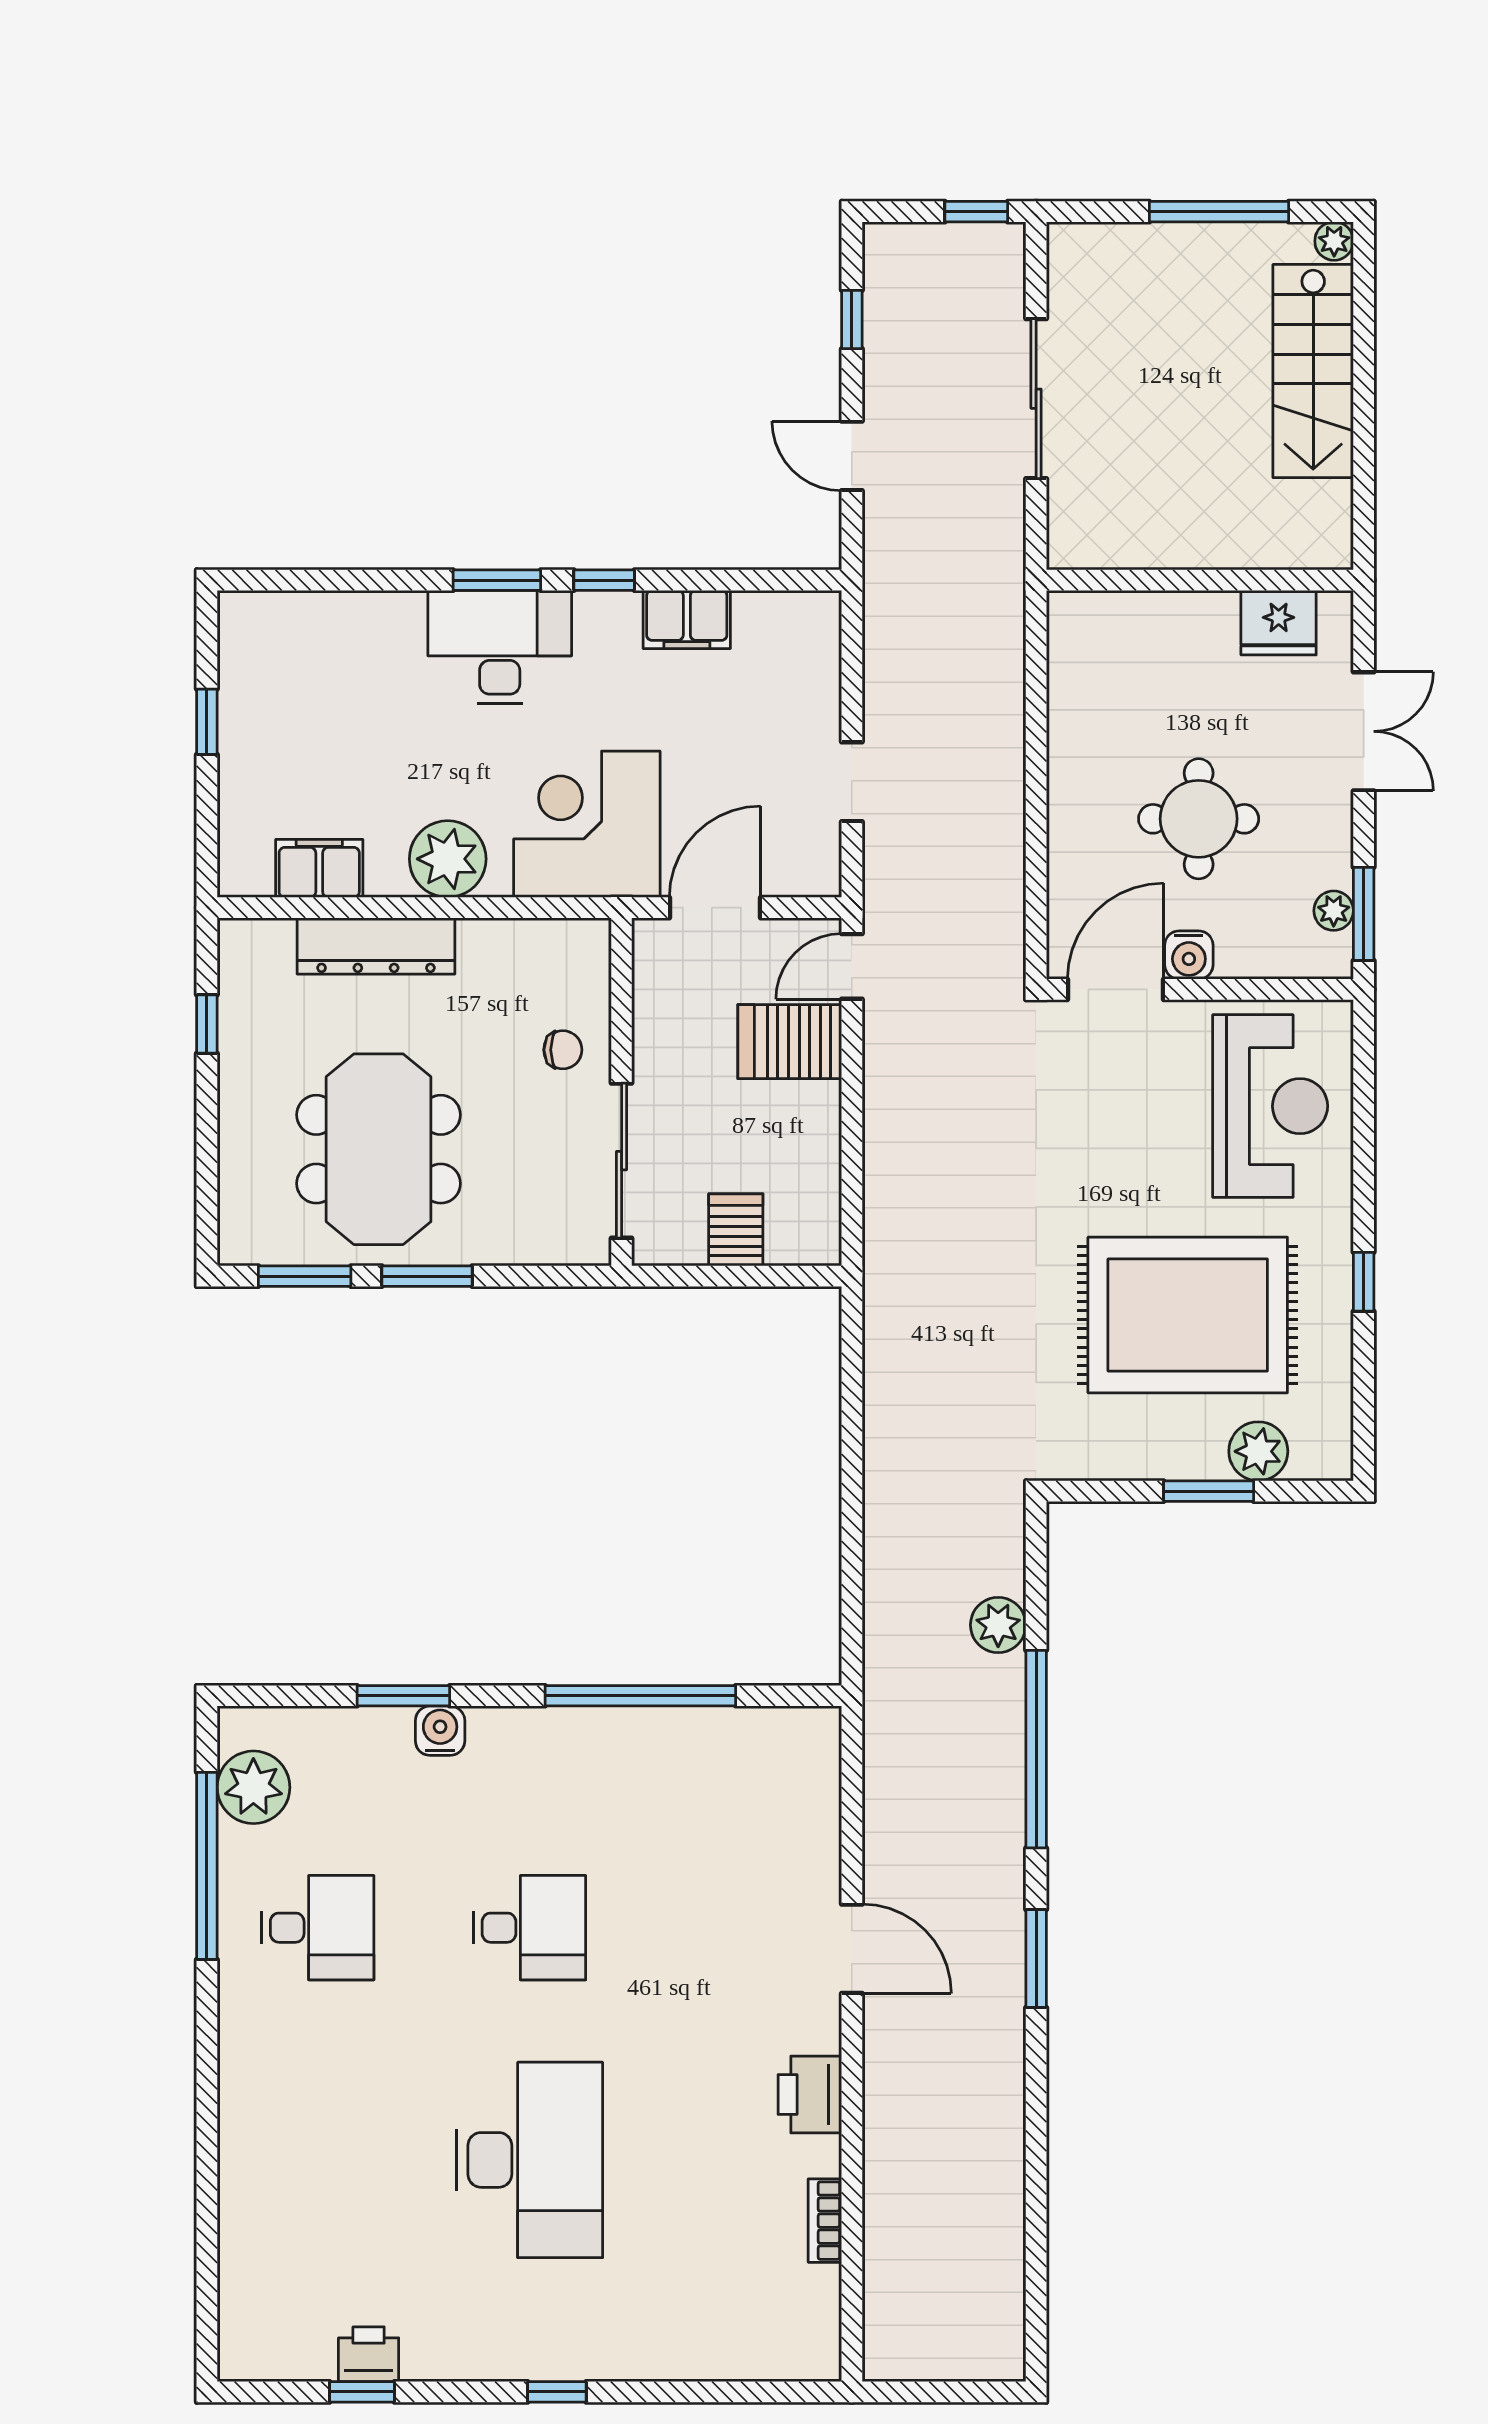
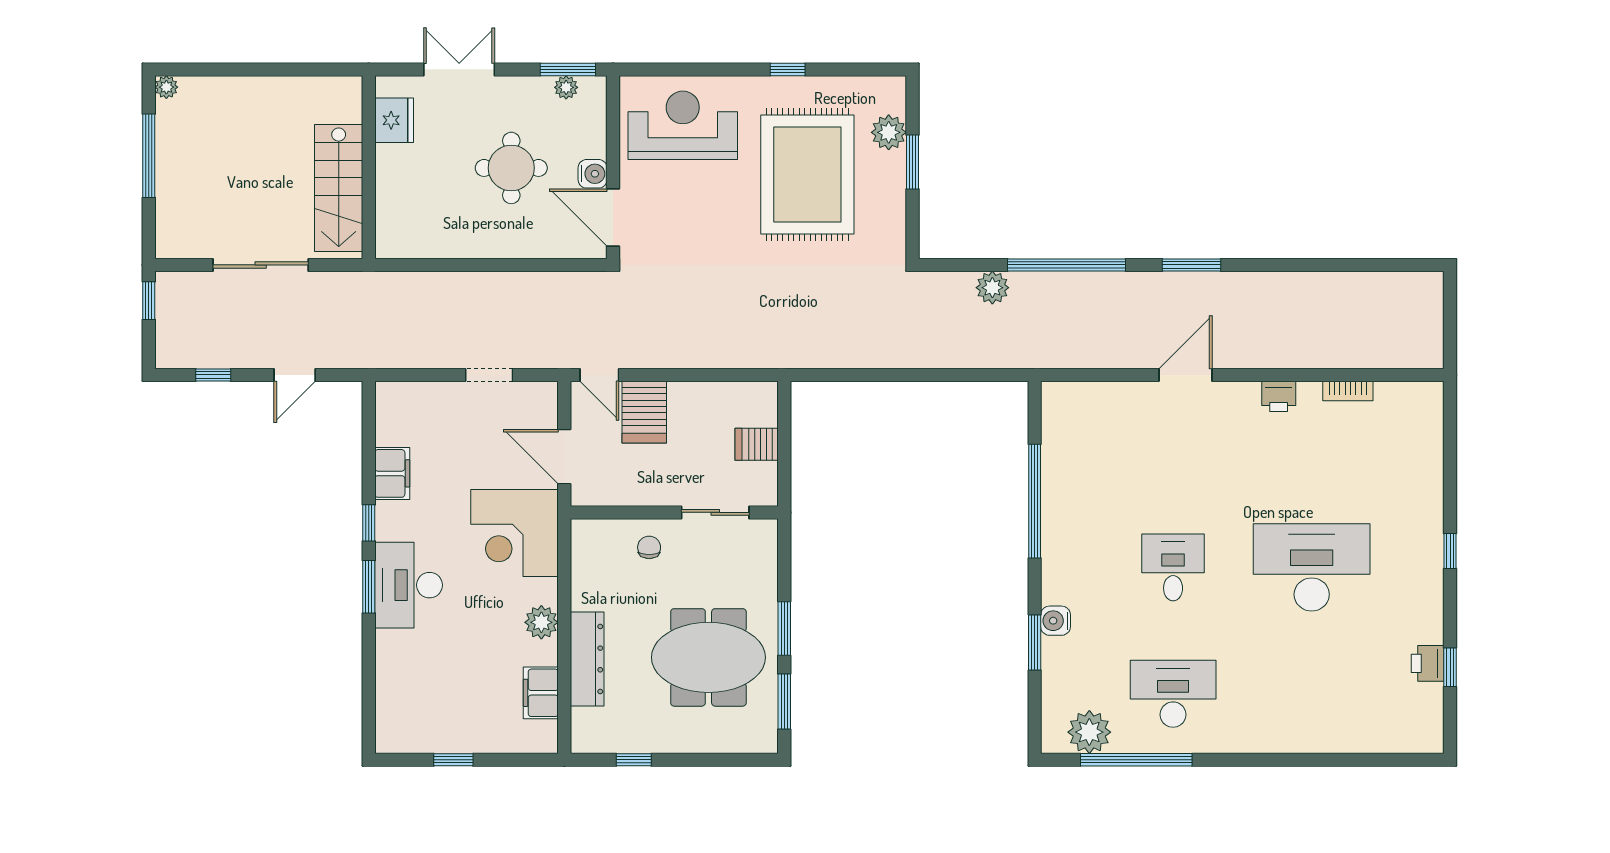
stairs: (1313, 371) -> (339, 188), moved, turned 90
plant: (448, 859) -> (541, 622), width x0.73, depth x0.73
sliding door: (622, 1161) -> (715, 512), width x0.73
desk: (318, 1928) -> (1173, 694), width x1.37
printer: (810, 2094) -> (1279, 396), width x0.73, depth x0.81

